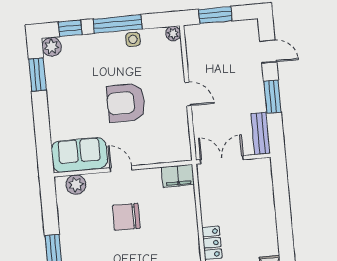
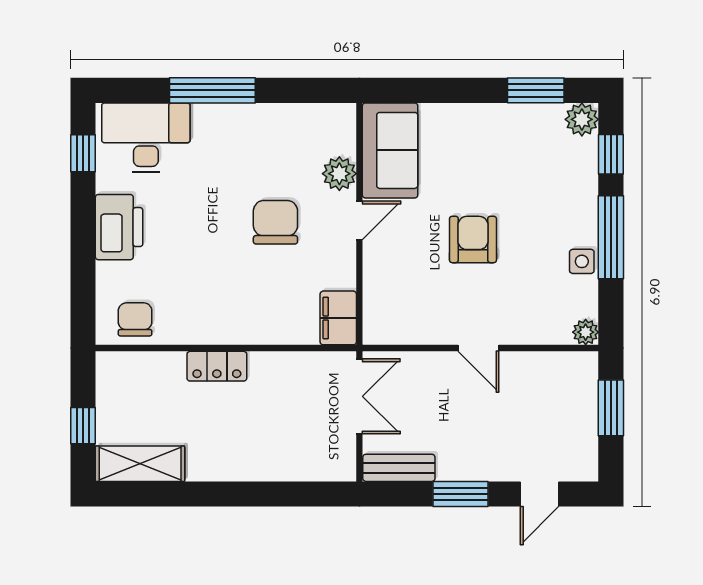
door: (188, 94) -> (478, 348), hinge flipped
armchair: (126, 103) -> (473, 239), width x0.73, depth x0.73
plant: (76, 185) -> (339, 174), moved

